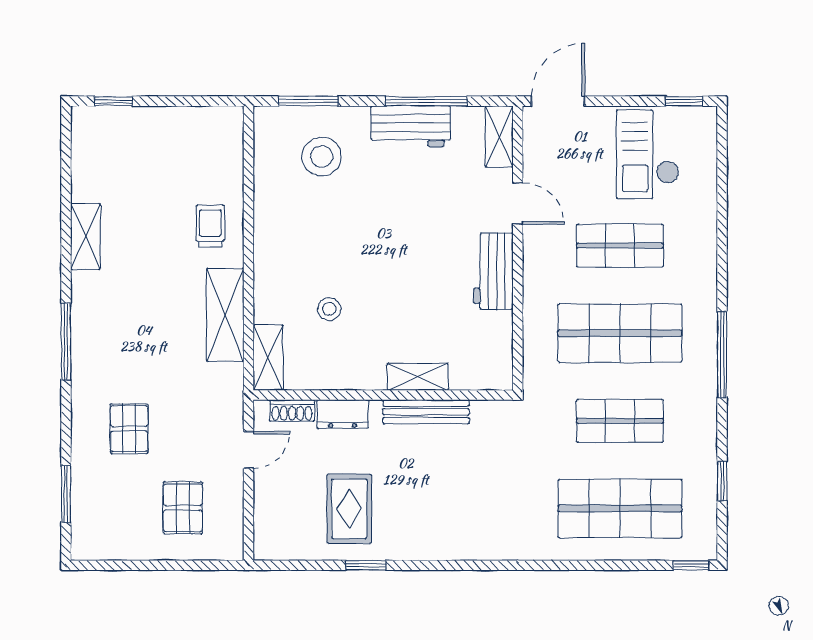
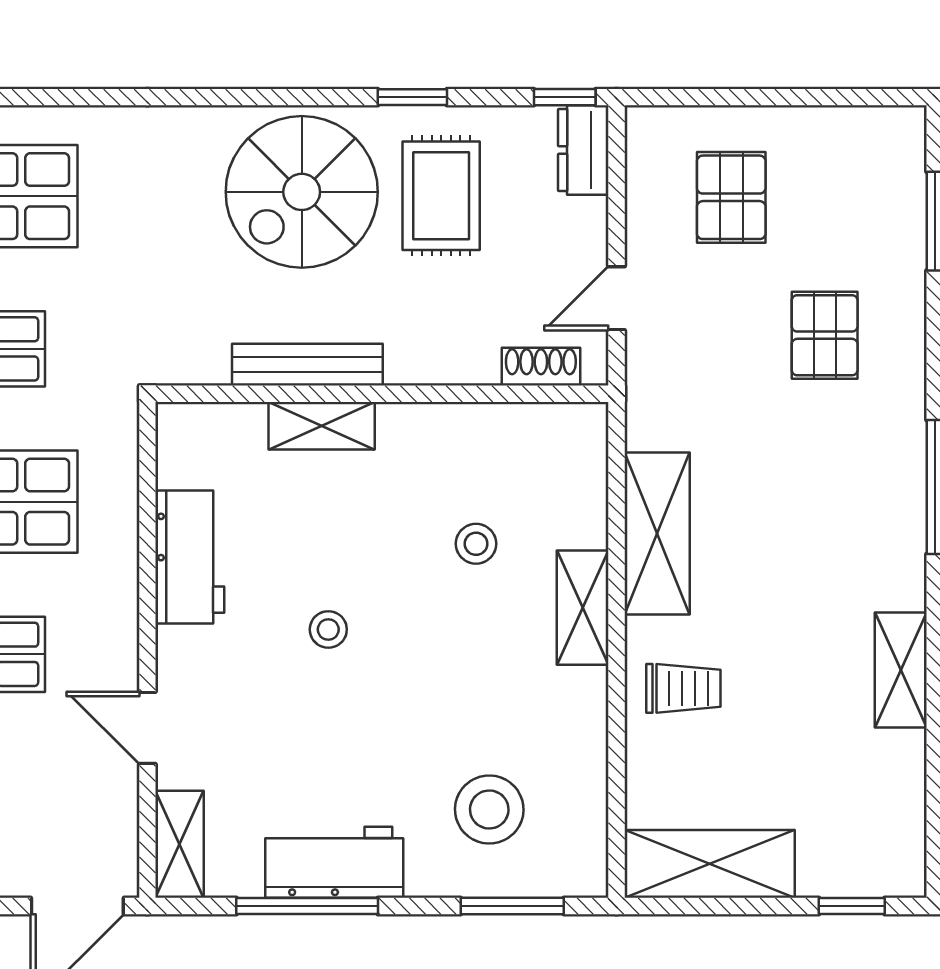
shelving: (195, 125) -> (710, 864), added
trolley: (210, 226) -> (683, 688), turned -90
stool: (414, 260) -> (328, 629), added
workbench: (493, 271) -> (190, 557), moved
shelving: (268, 358) -> (583, 608), moved
dresser: (343, 414) -> (583, 150), moved, turned -90
spiral stairs: (429, 511) -> (302, 192), added
window: (278, 565) -> (565, 97), added

